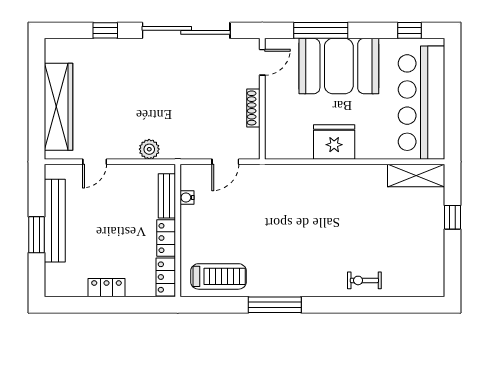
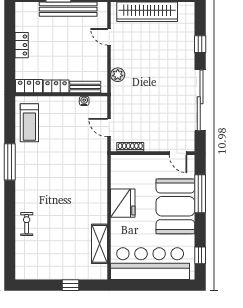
shoe rack: (253, 108) -> (130, 147), moved
shelving: (416, 175) -> (99, 244), moved

